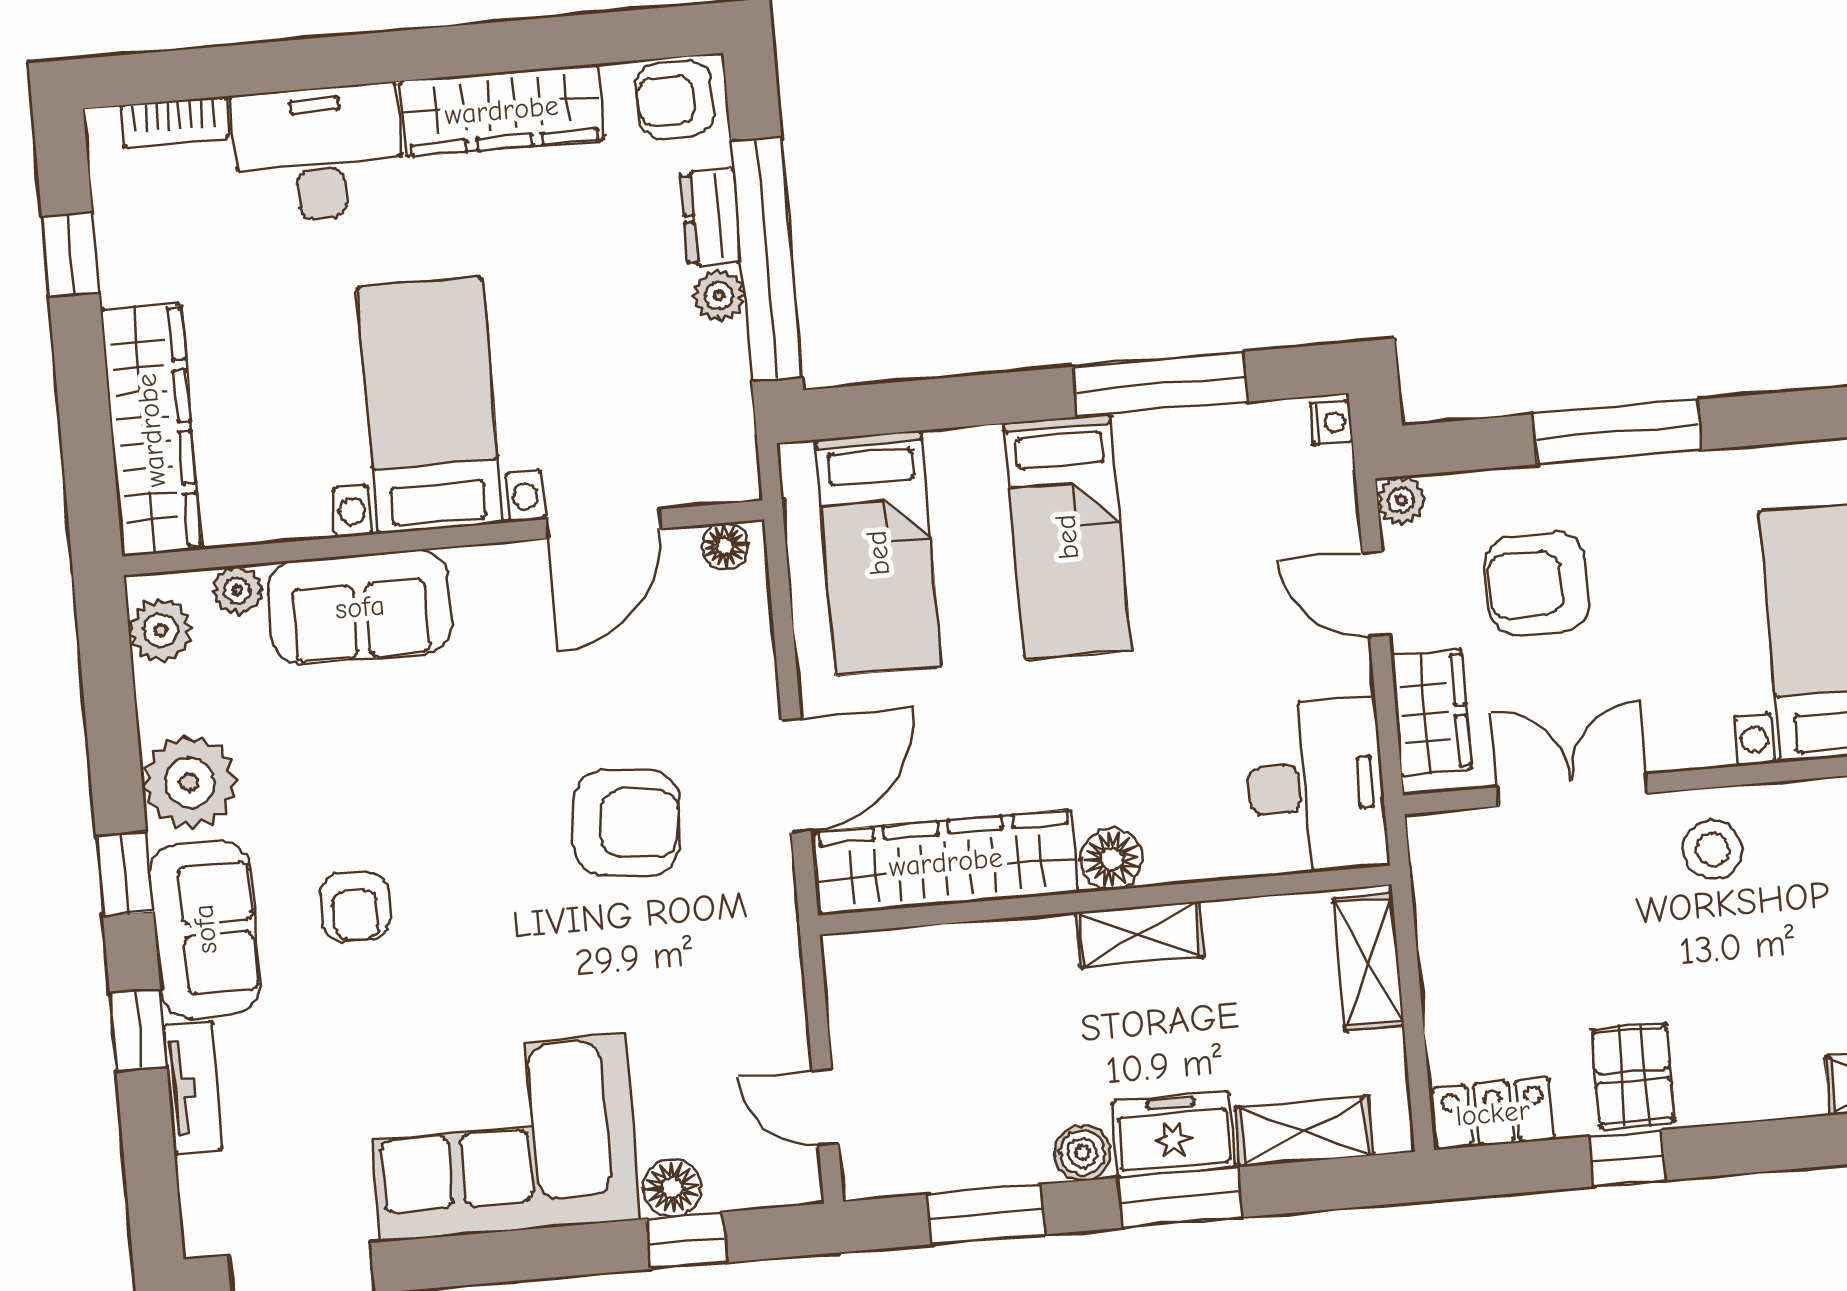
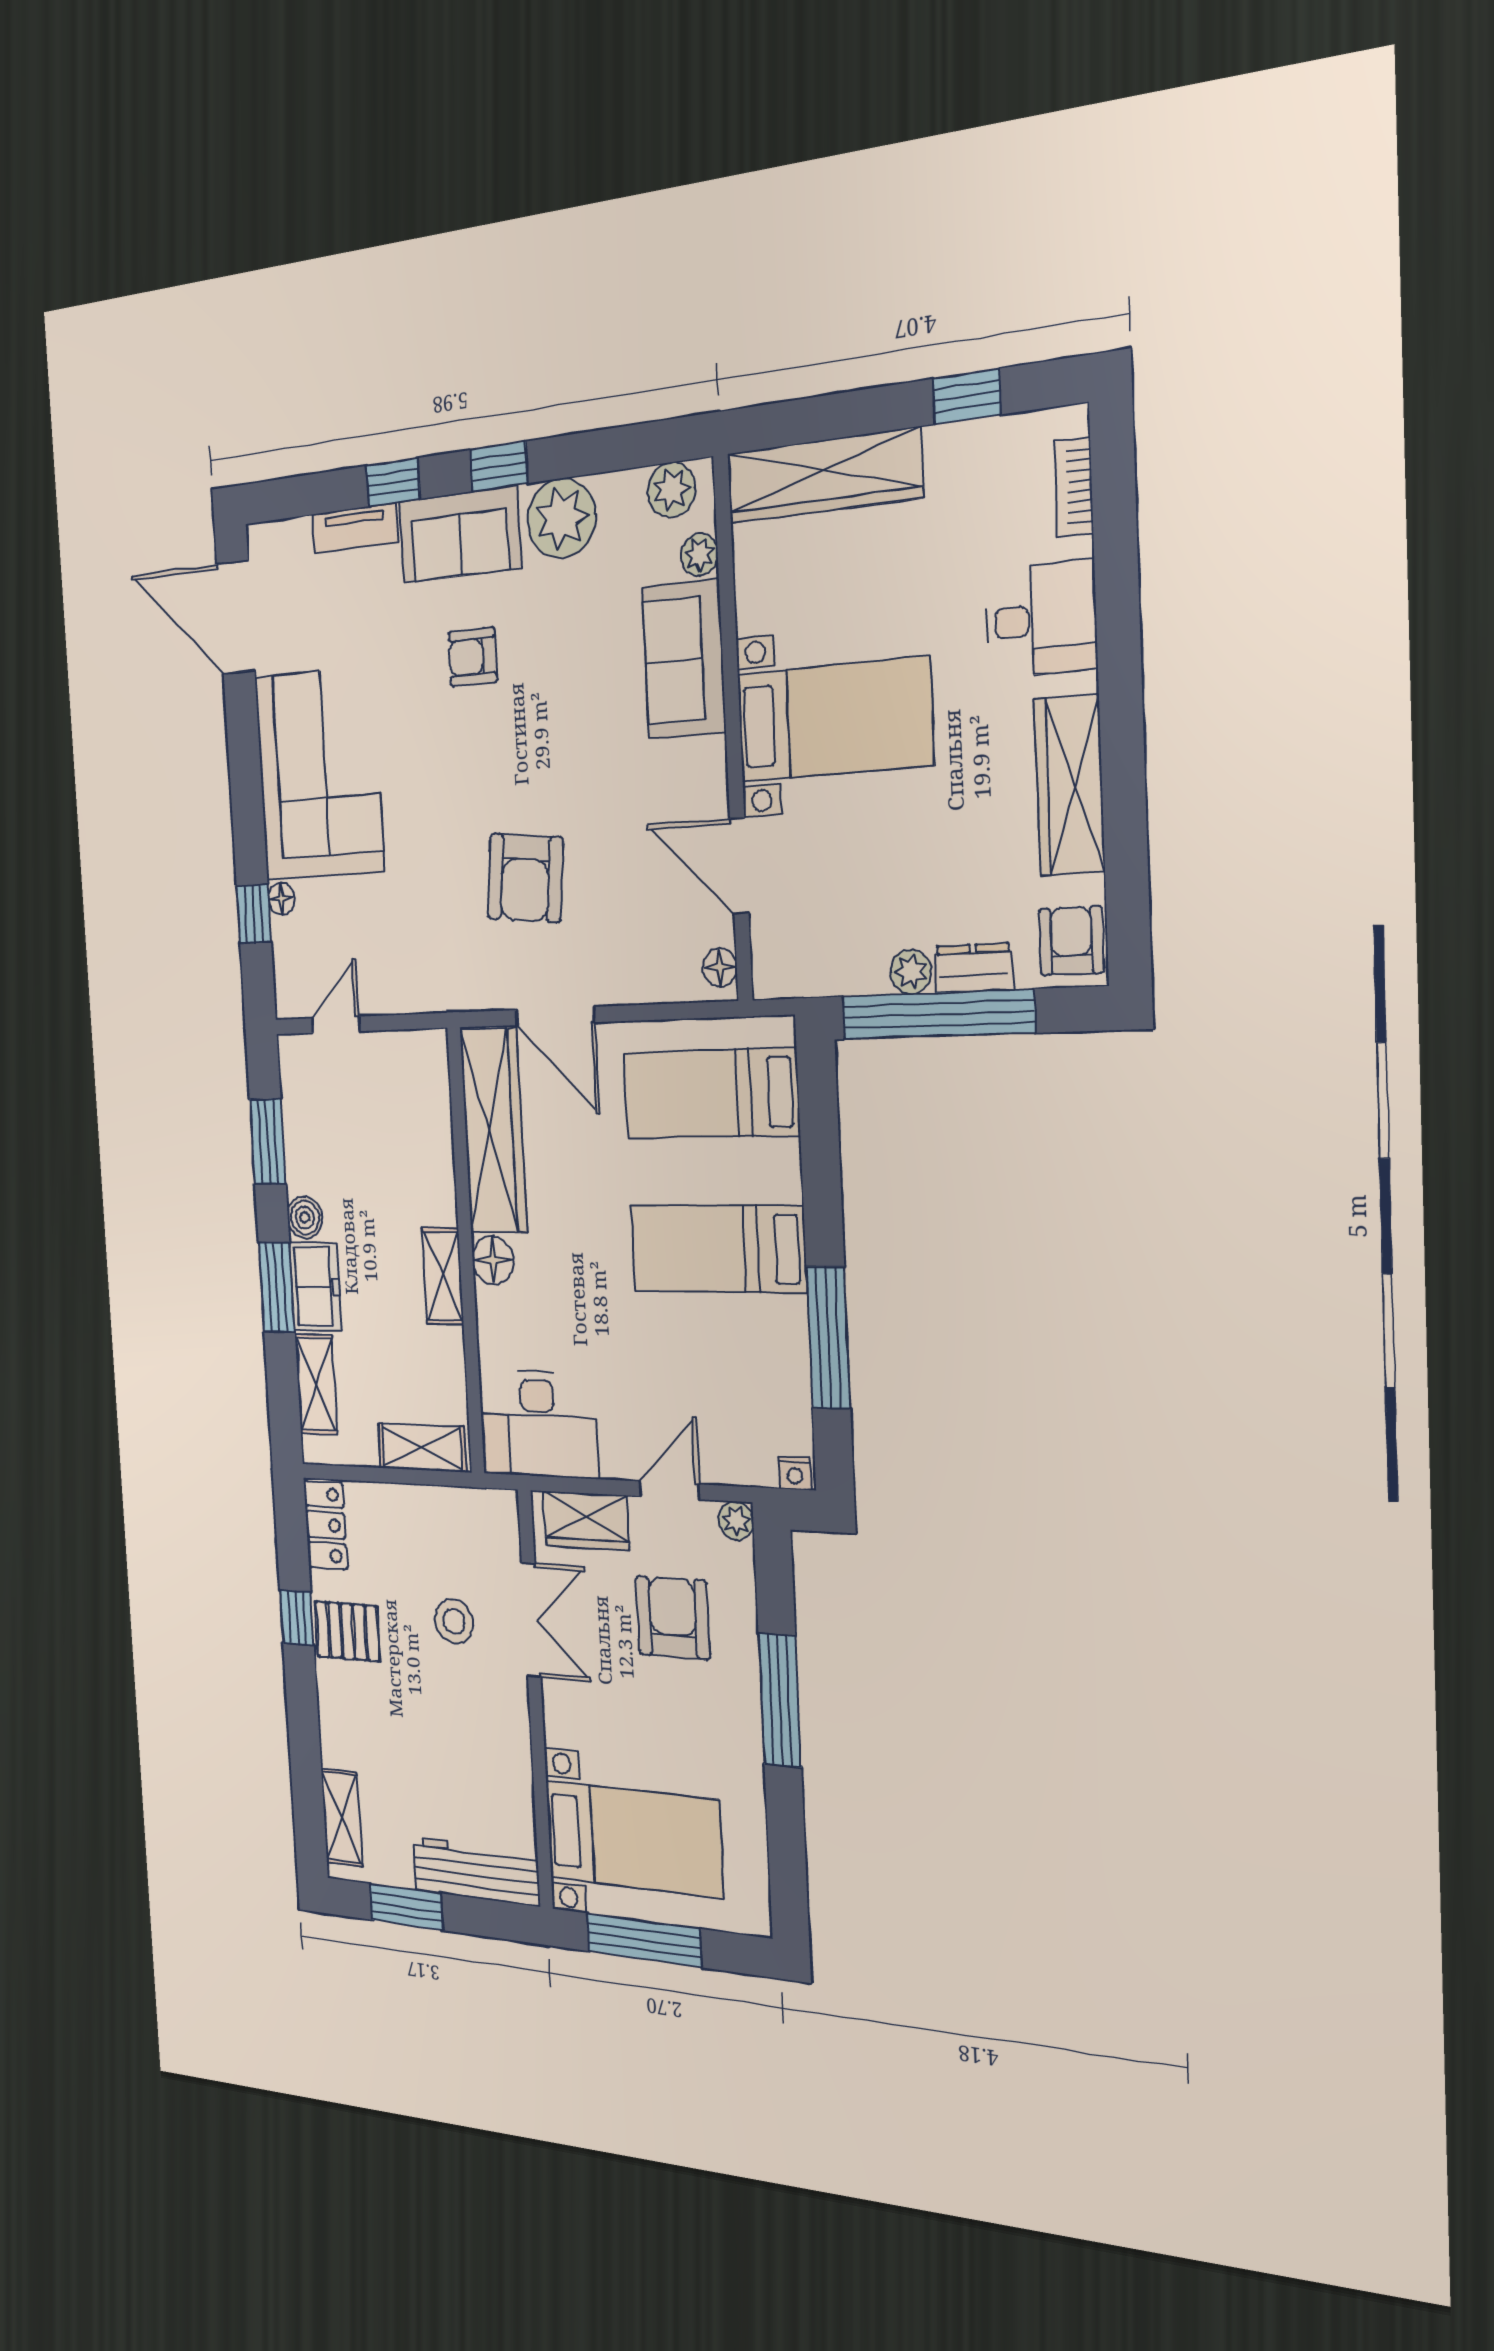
desk: (318, 153) -> (1041, 619), width x0.73
stool: (1713, 850) -> (454, 1621), moved
floor lamp: (672, 1188) -> (281, 899), width x0.73, depth x0.73

